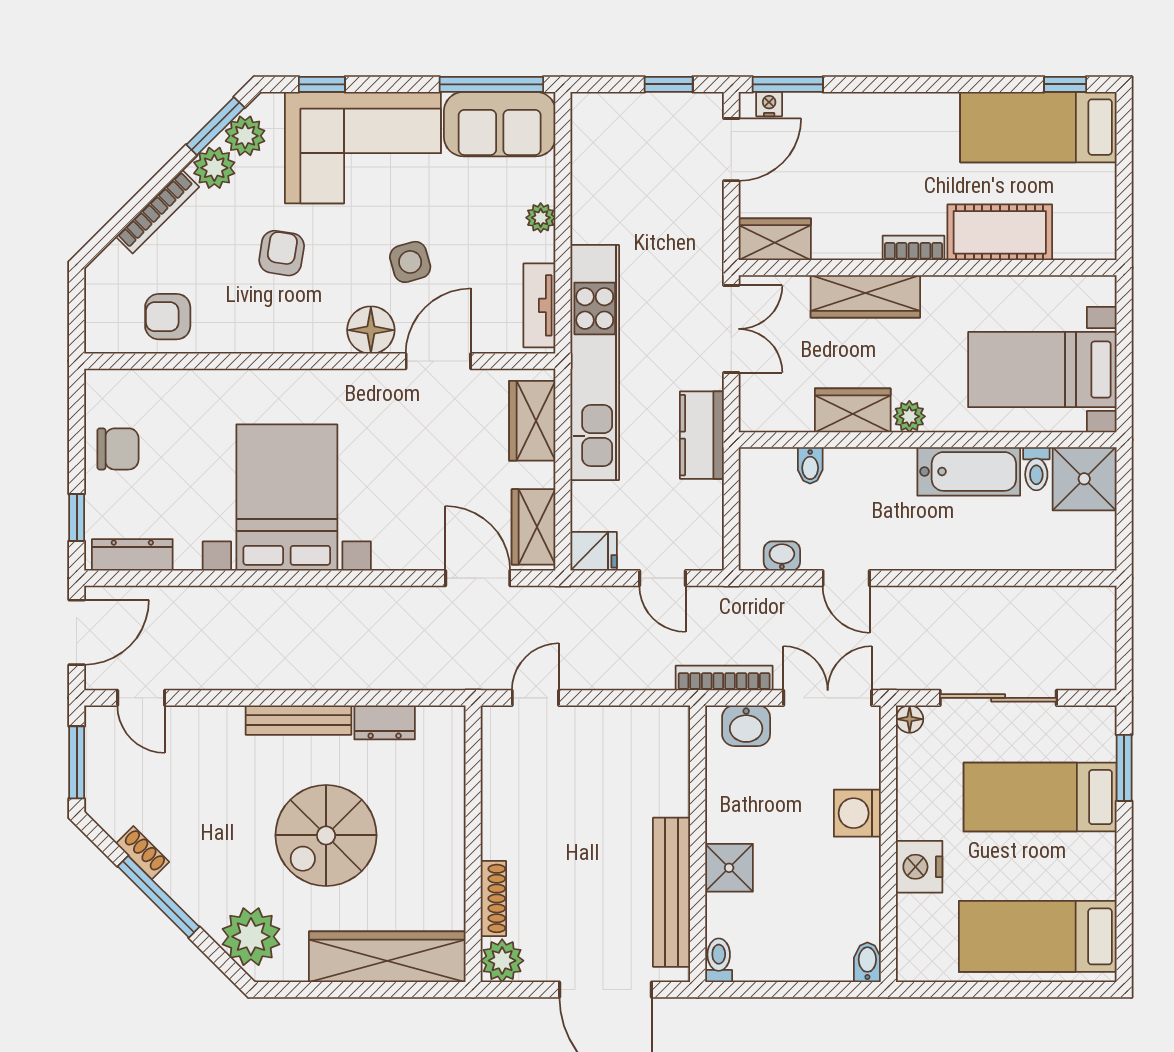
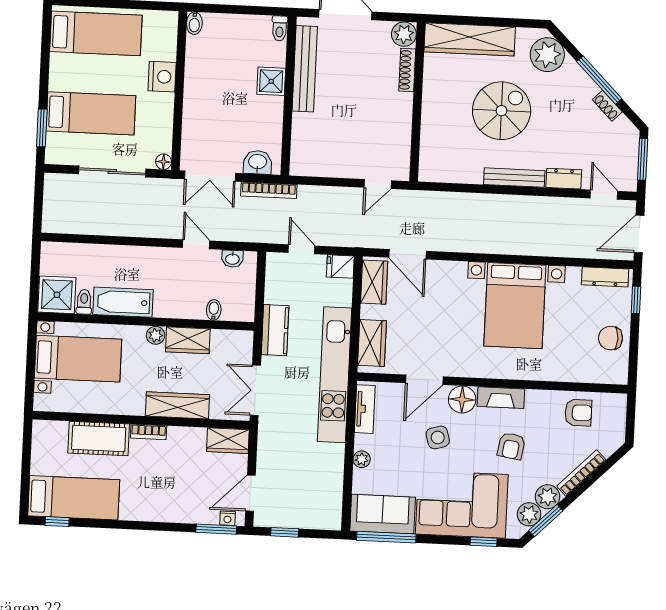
fireplace: (304, 336) -> (501, 398), added
dresser: (385, 722) -> (564, 179), moved
washing machine: (857, 813) -> (196, 109), removed

